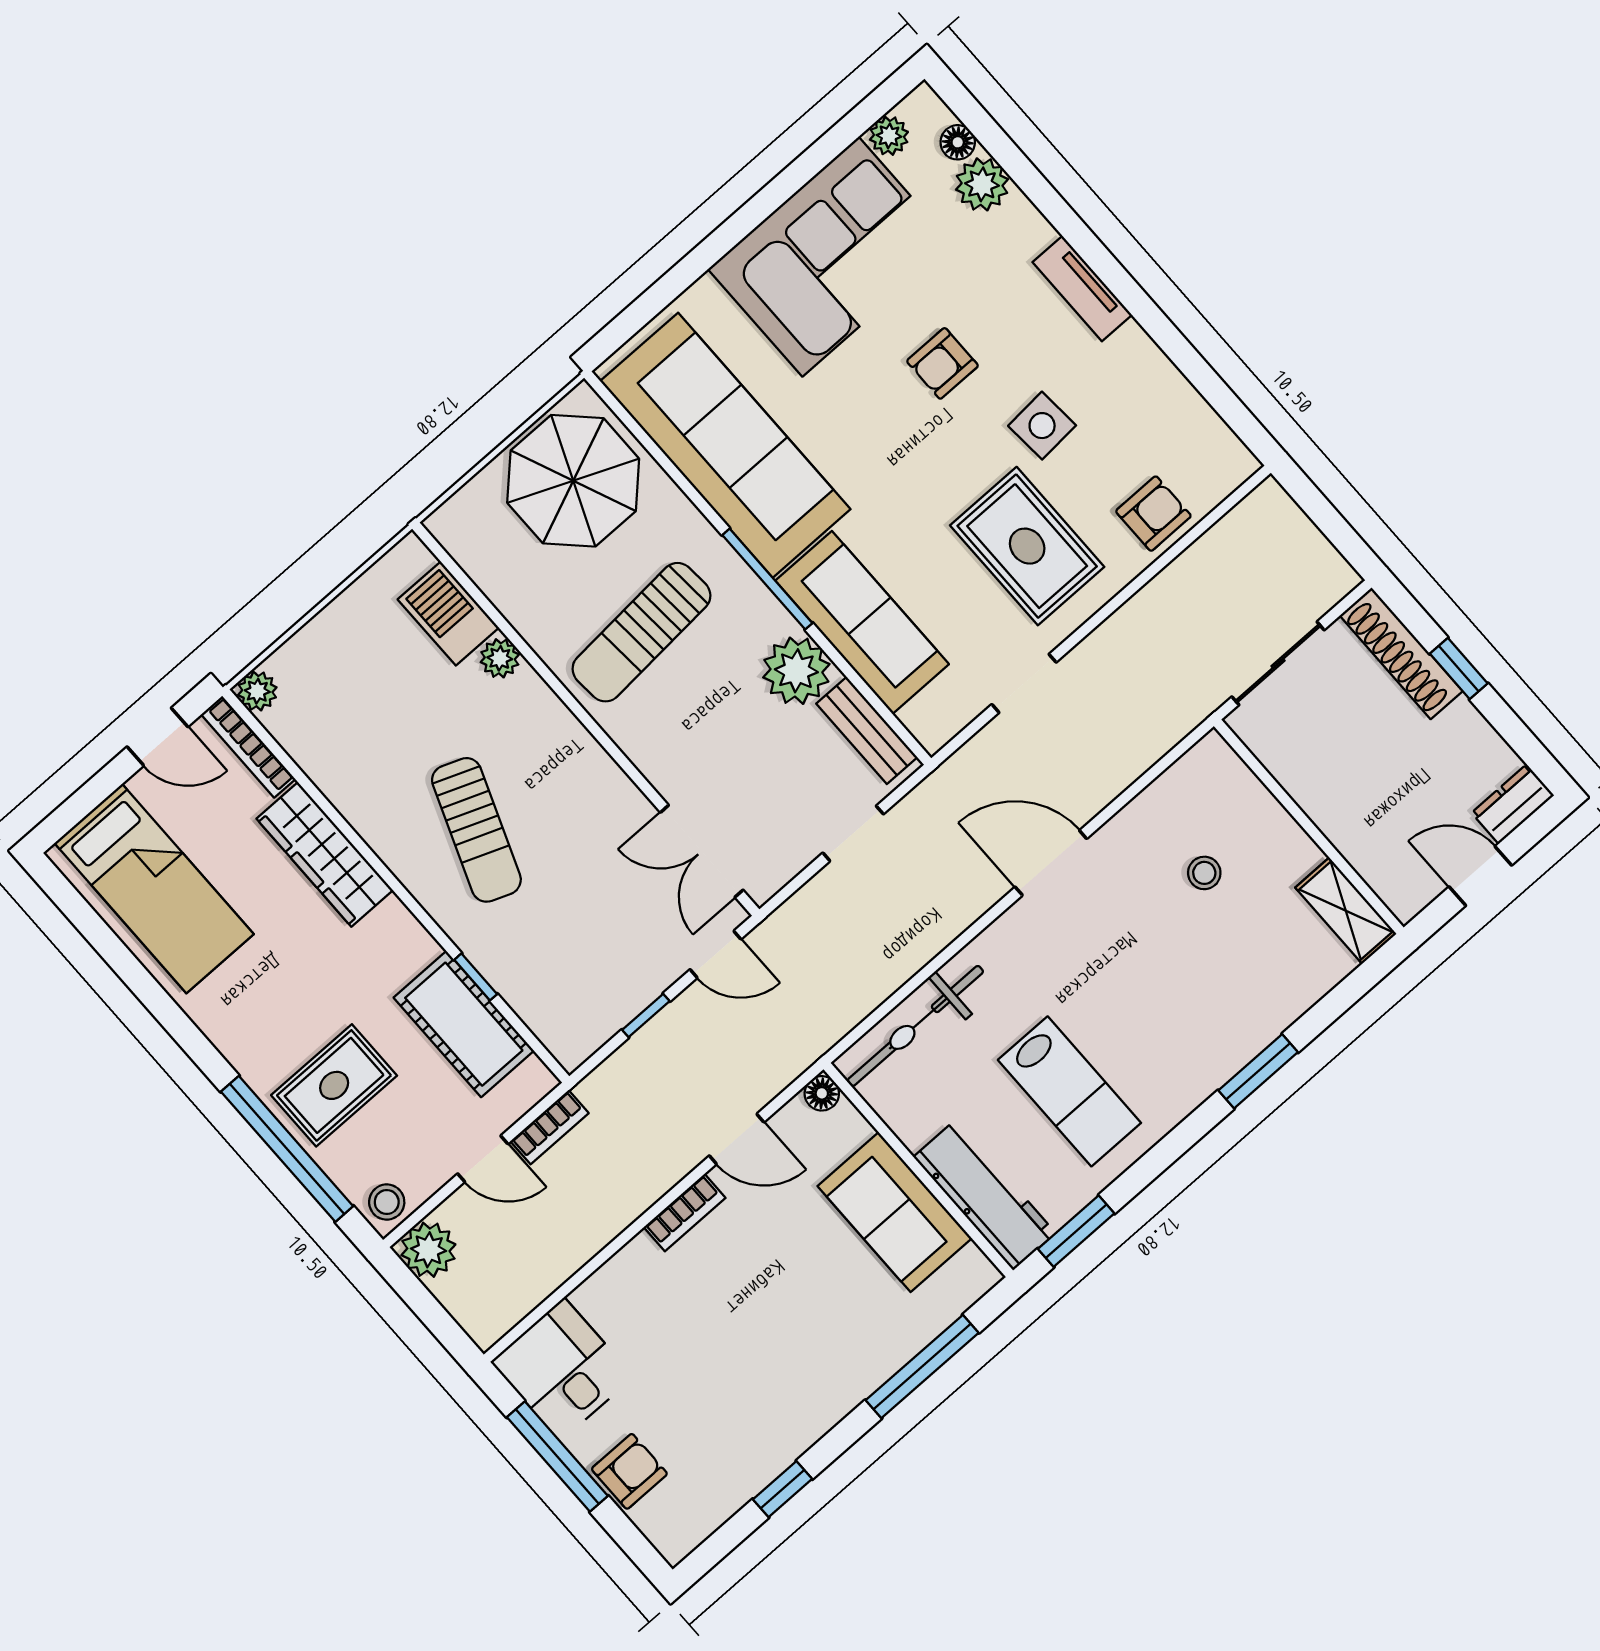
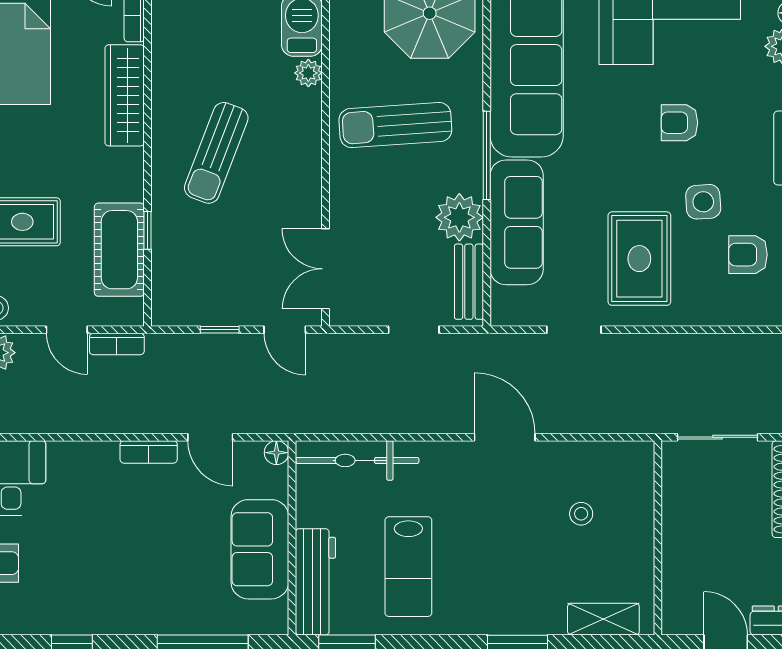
armchair: (1153, 514) -> (748, 255), moved, turned 180
shelving: (1346, 911) -> (603, 619), moved, turned 90

